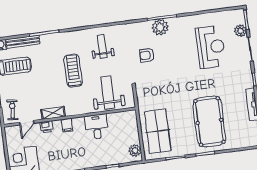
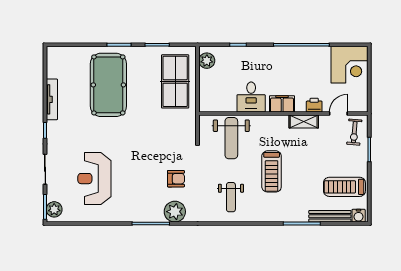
plant: (160, 27) -> (175, 212), moved
plant: (240, 31) -> (54, 209), moved
filing cabinet: (67, 125) -> (282, 104), width x2.00

